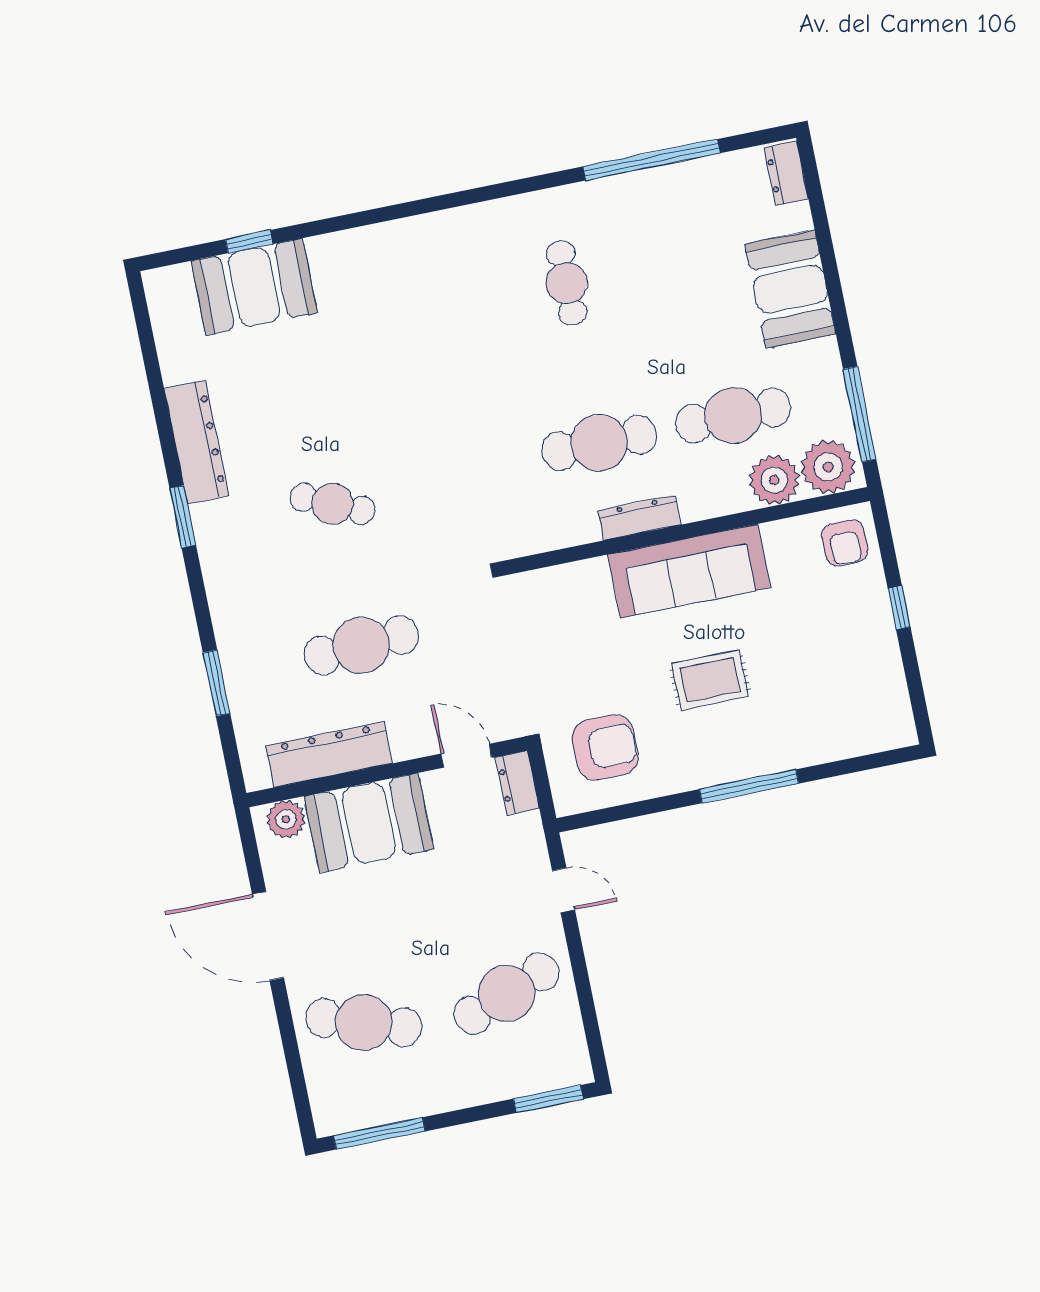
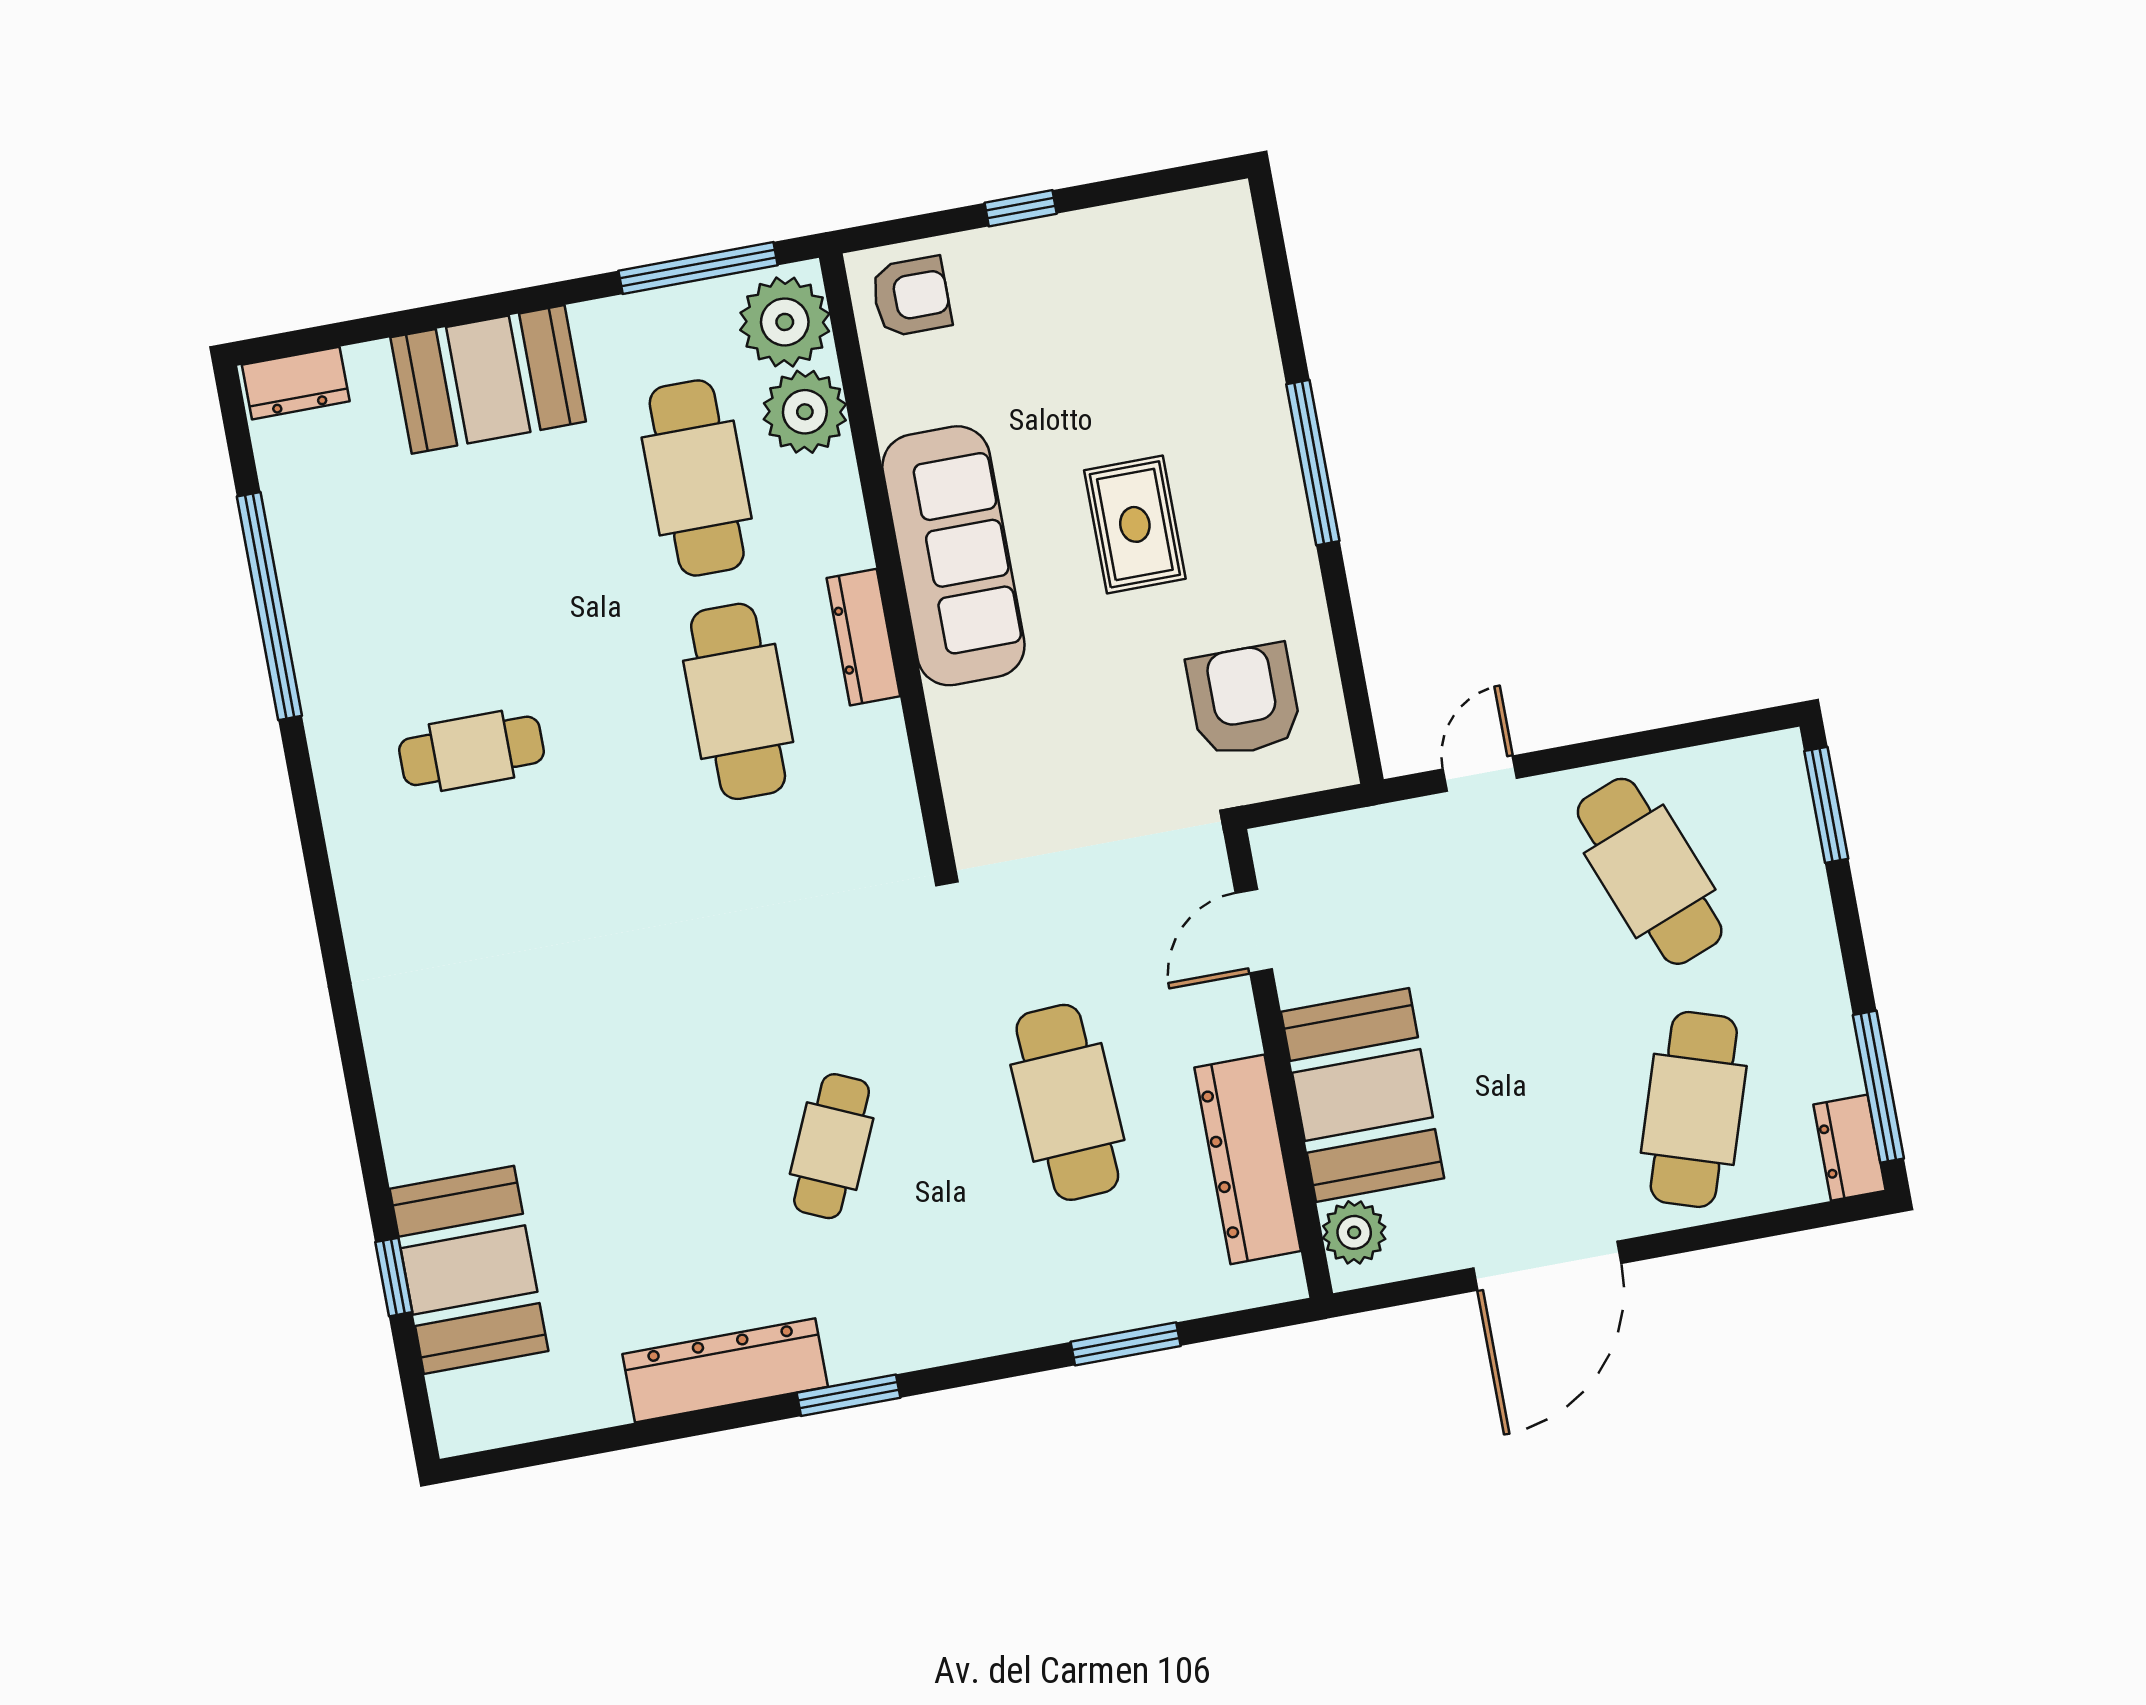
dresser: (517, 783) -> (1849, 1148), moved, turned 90

